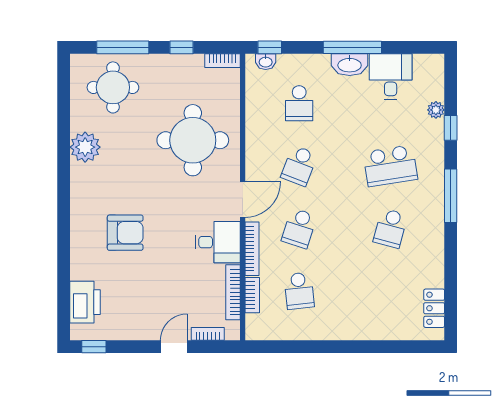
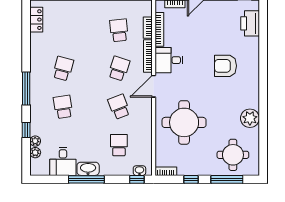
plant: (436, 91) -> (35, 153), added
school desk: (299, 166) -> (119, 107), turned -42
school desk: (390, 166) -> (63, 107), width x0.54

